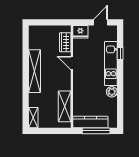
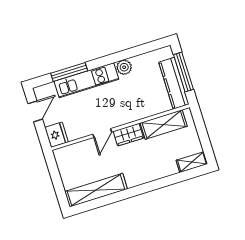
door: (101, 22) -> (35, 111), swing flipped
wardrobe: (65, 42) -> (128, 135), moved
window: (120, 54) -> (69, 72), width x2.17
shelving: (35, 71) -> (96, 190), moved

